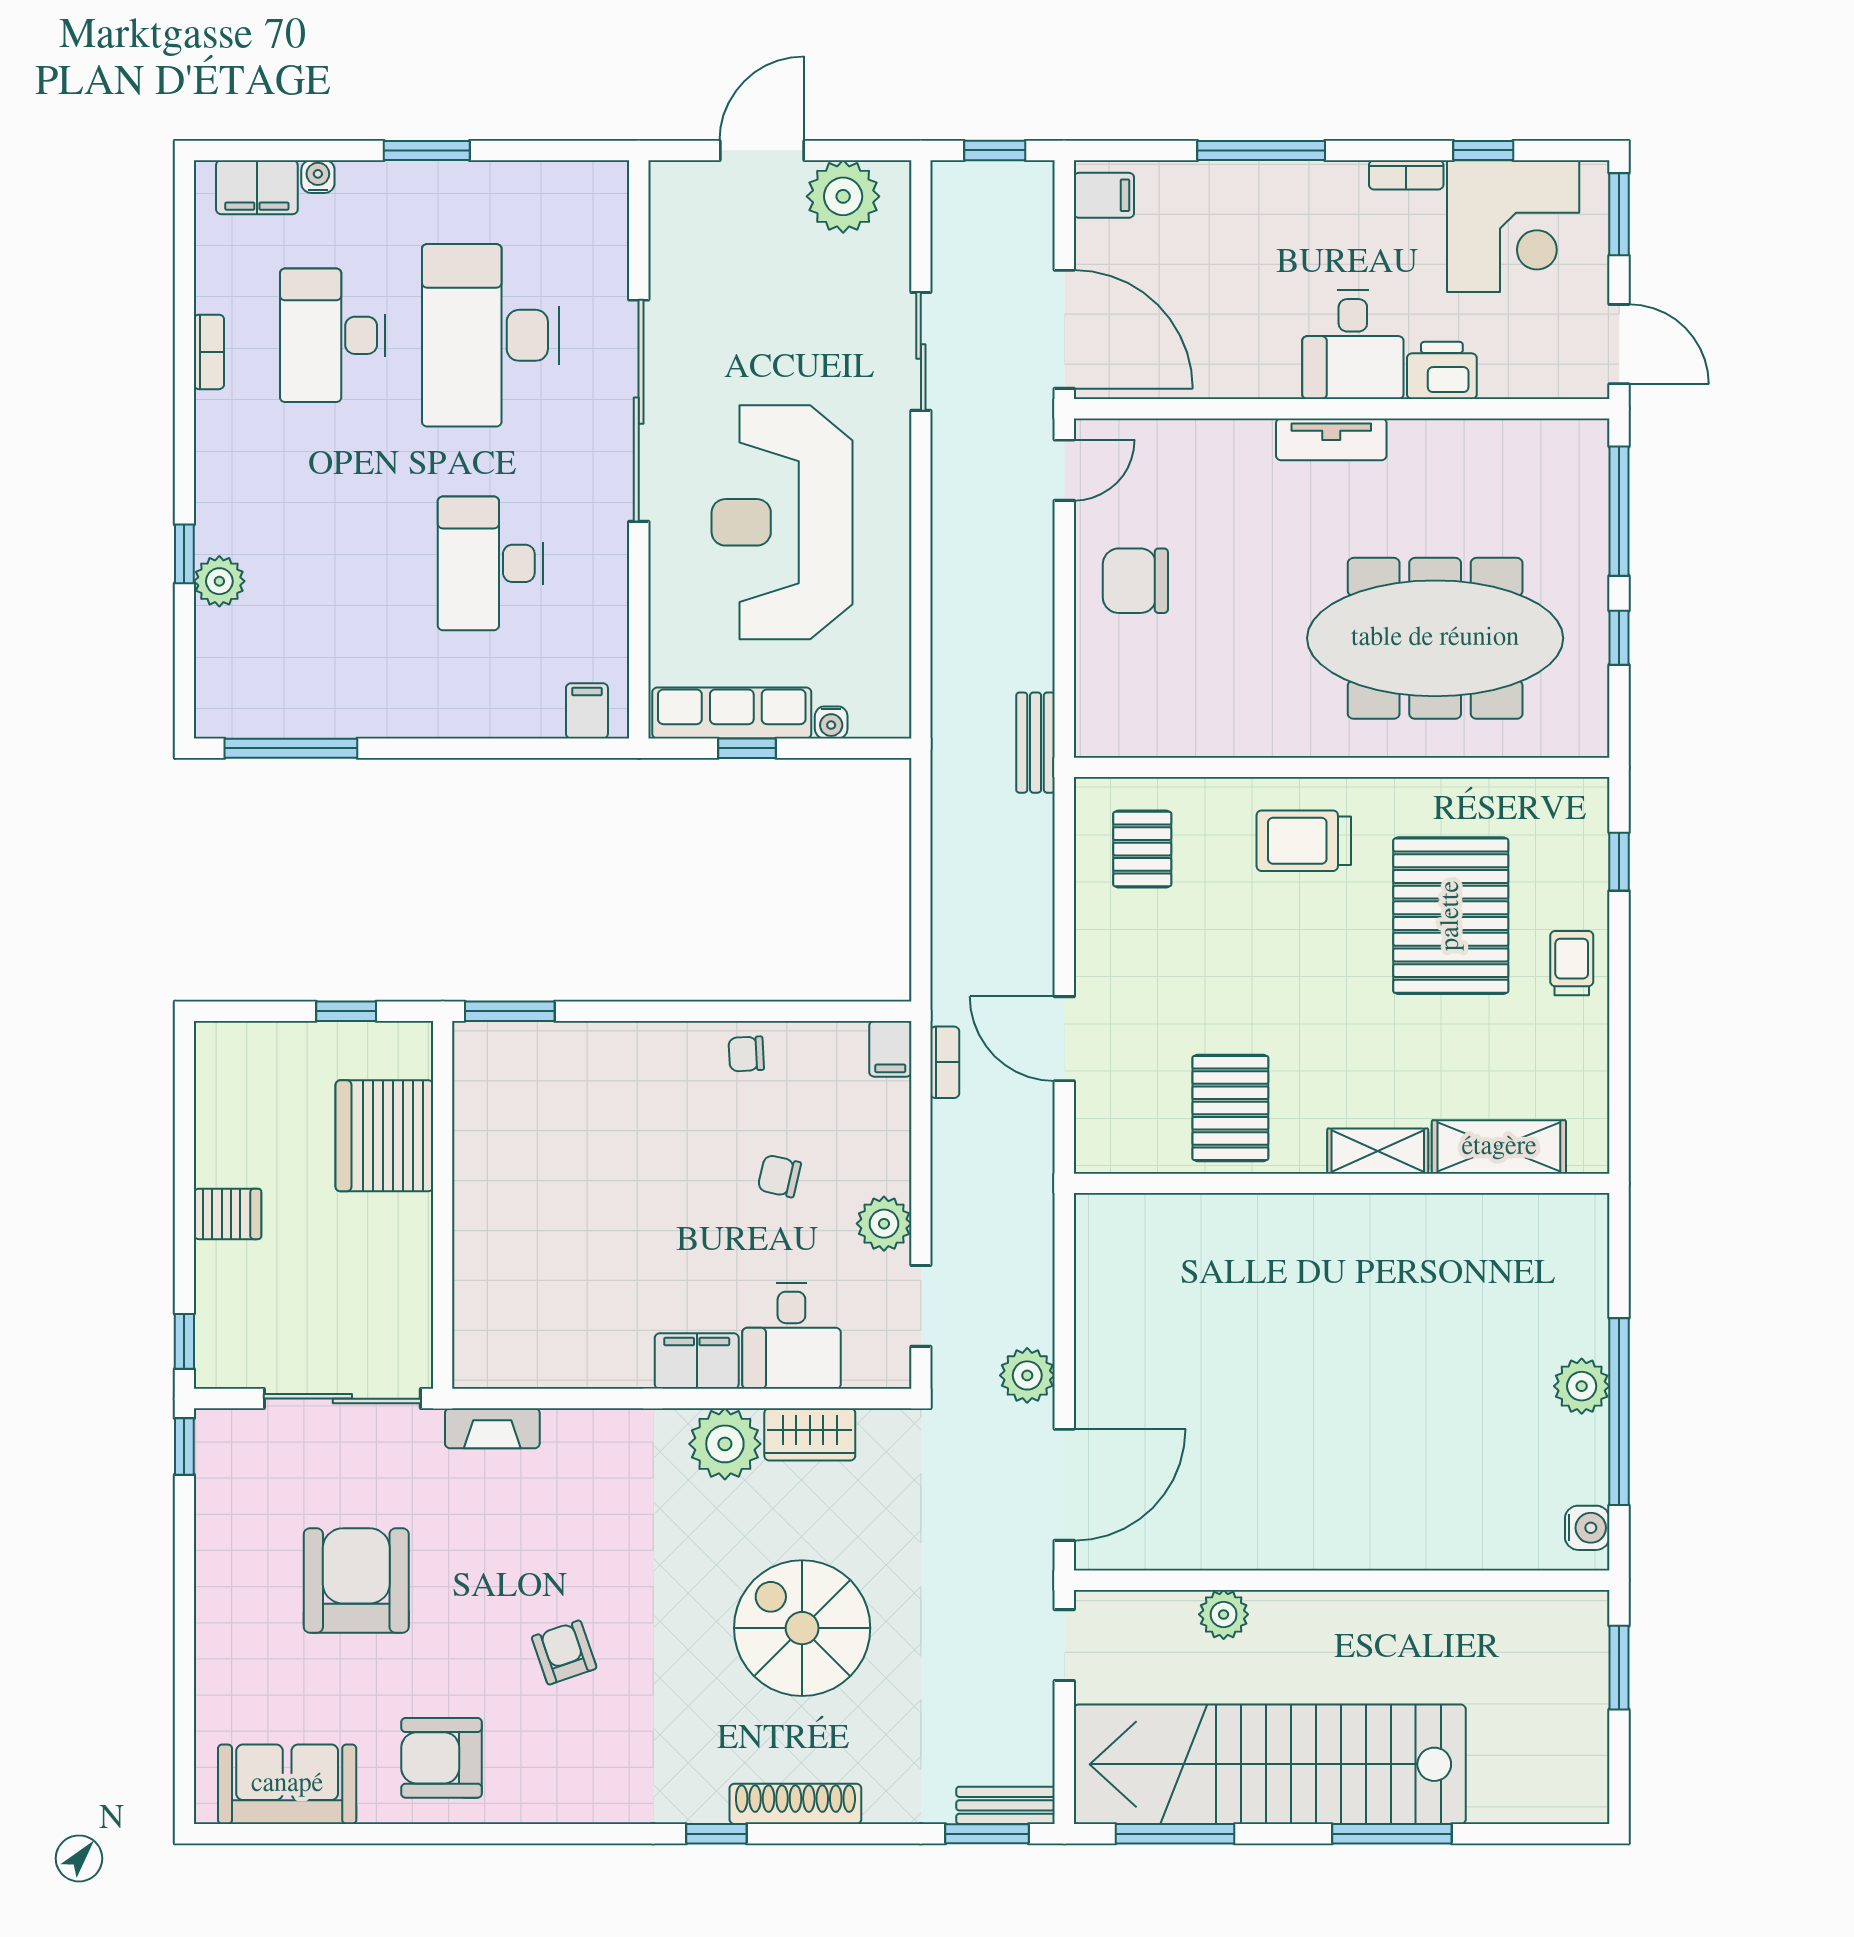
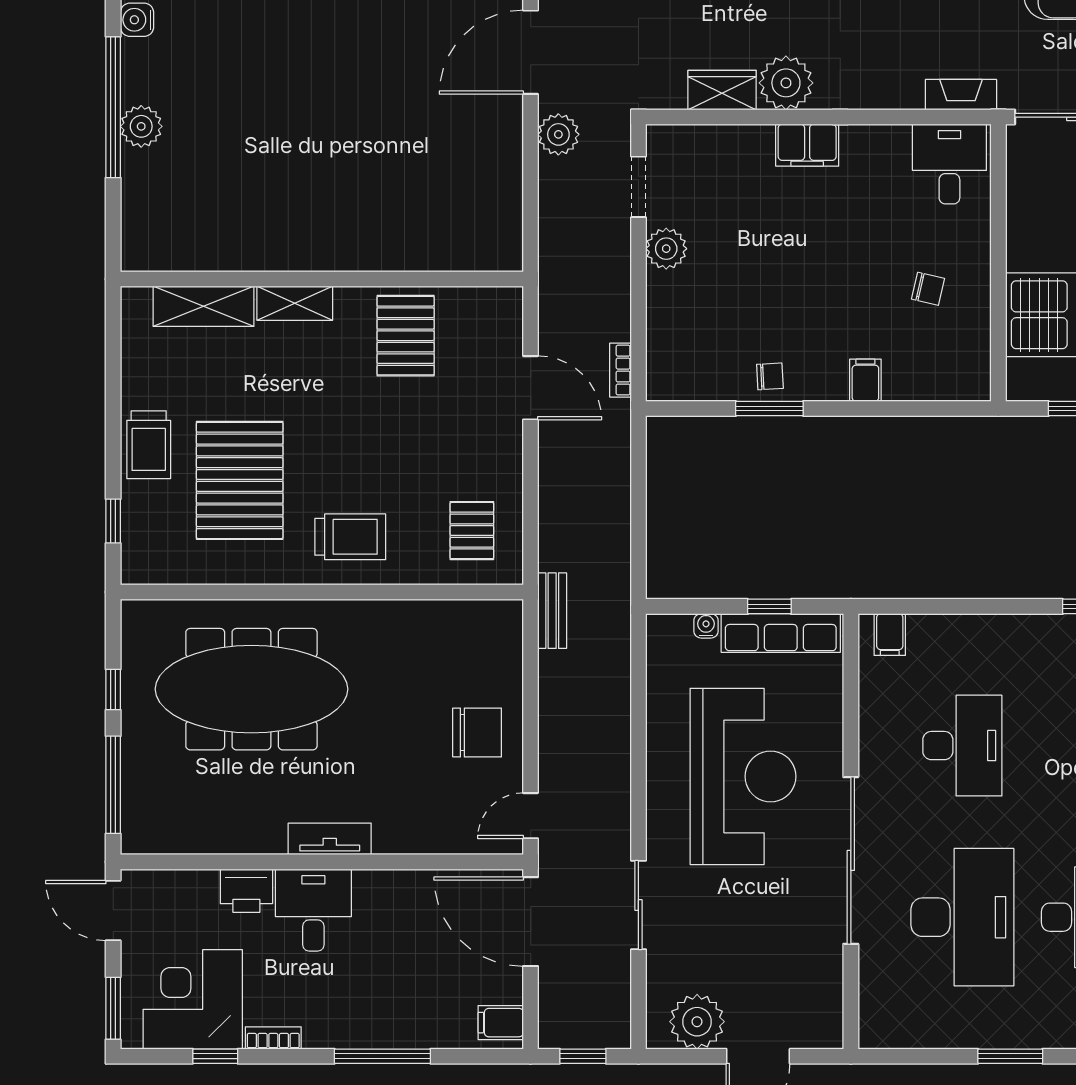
trolley: (1572, 963) -> (149, 445), width x1.36, depth x1.39
window: (510, 1011) -> (769, 409), moved
filing cabinet: (890, 1049) -> (865, 380), moved
chair: (779, 1176) -> (928, 289), moved
desk: (791, 1336) -> (949, 164), moved

